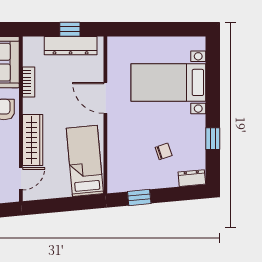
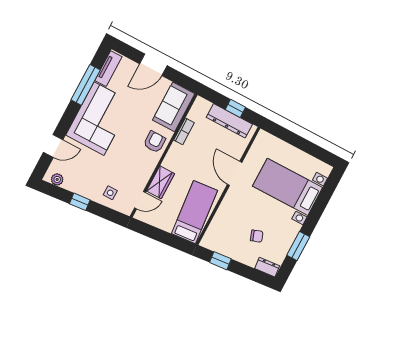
window: (213, 139) -> (298, 246), width x1.50
wardrobe: (33, 140) -> (161, 182), width x0.67

